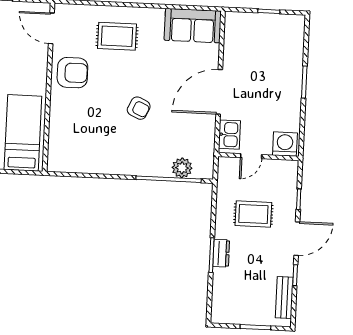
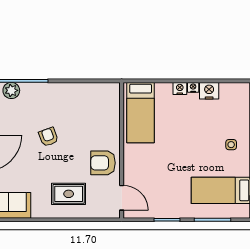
armchair: (139, 108) -> (48, 137), turned 45

